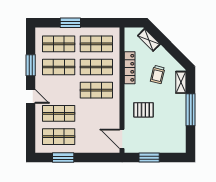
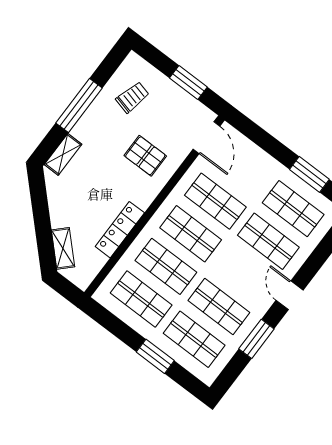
trolley: (158, 75) -> (132, 97), moved
shop shelf: (96, 113) -> (215, 201), added

